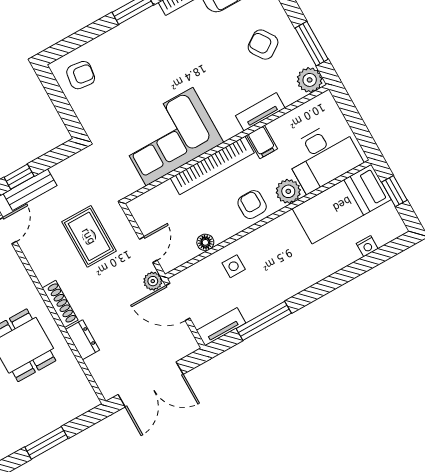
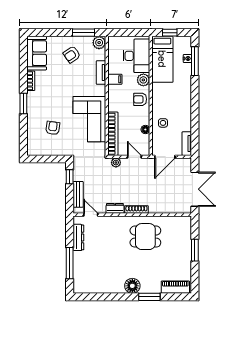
armchair: (81, 75) -> (53, 128), moved
bookcase: (212, 165) -> (113, 134), moved
window: (19, 177) -> (70, 177), moved
rug: (89, 236) -> (114, 180), removed
plant: (153, 281) -> (116, 163), moved
window: (264, 321) -> (195, 61), moved
dresser: (82, 340) -> (115, 208), moved

